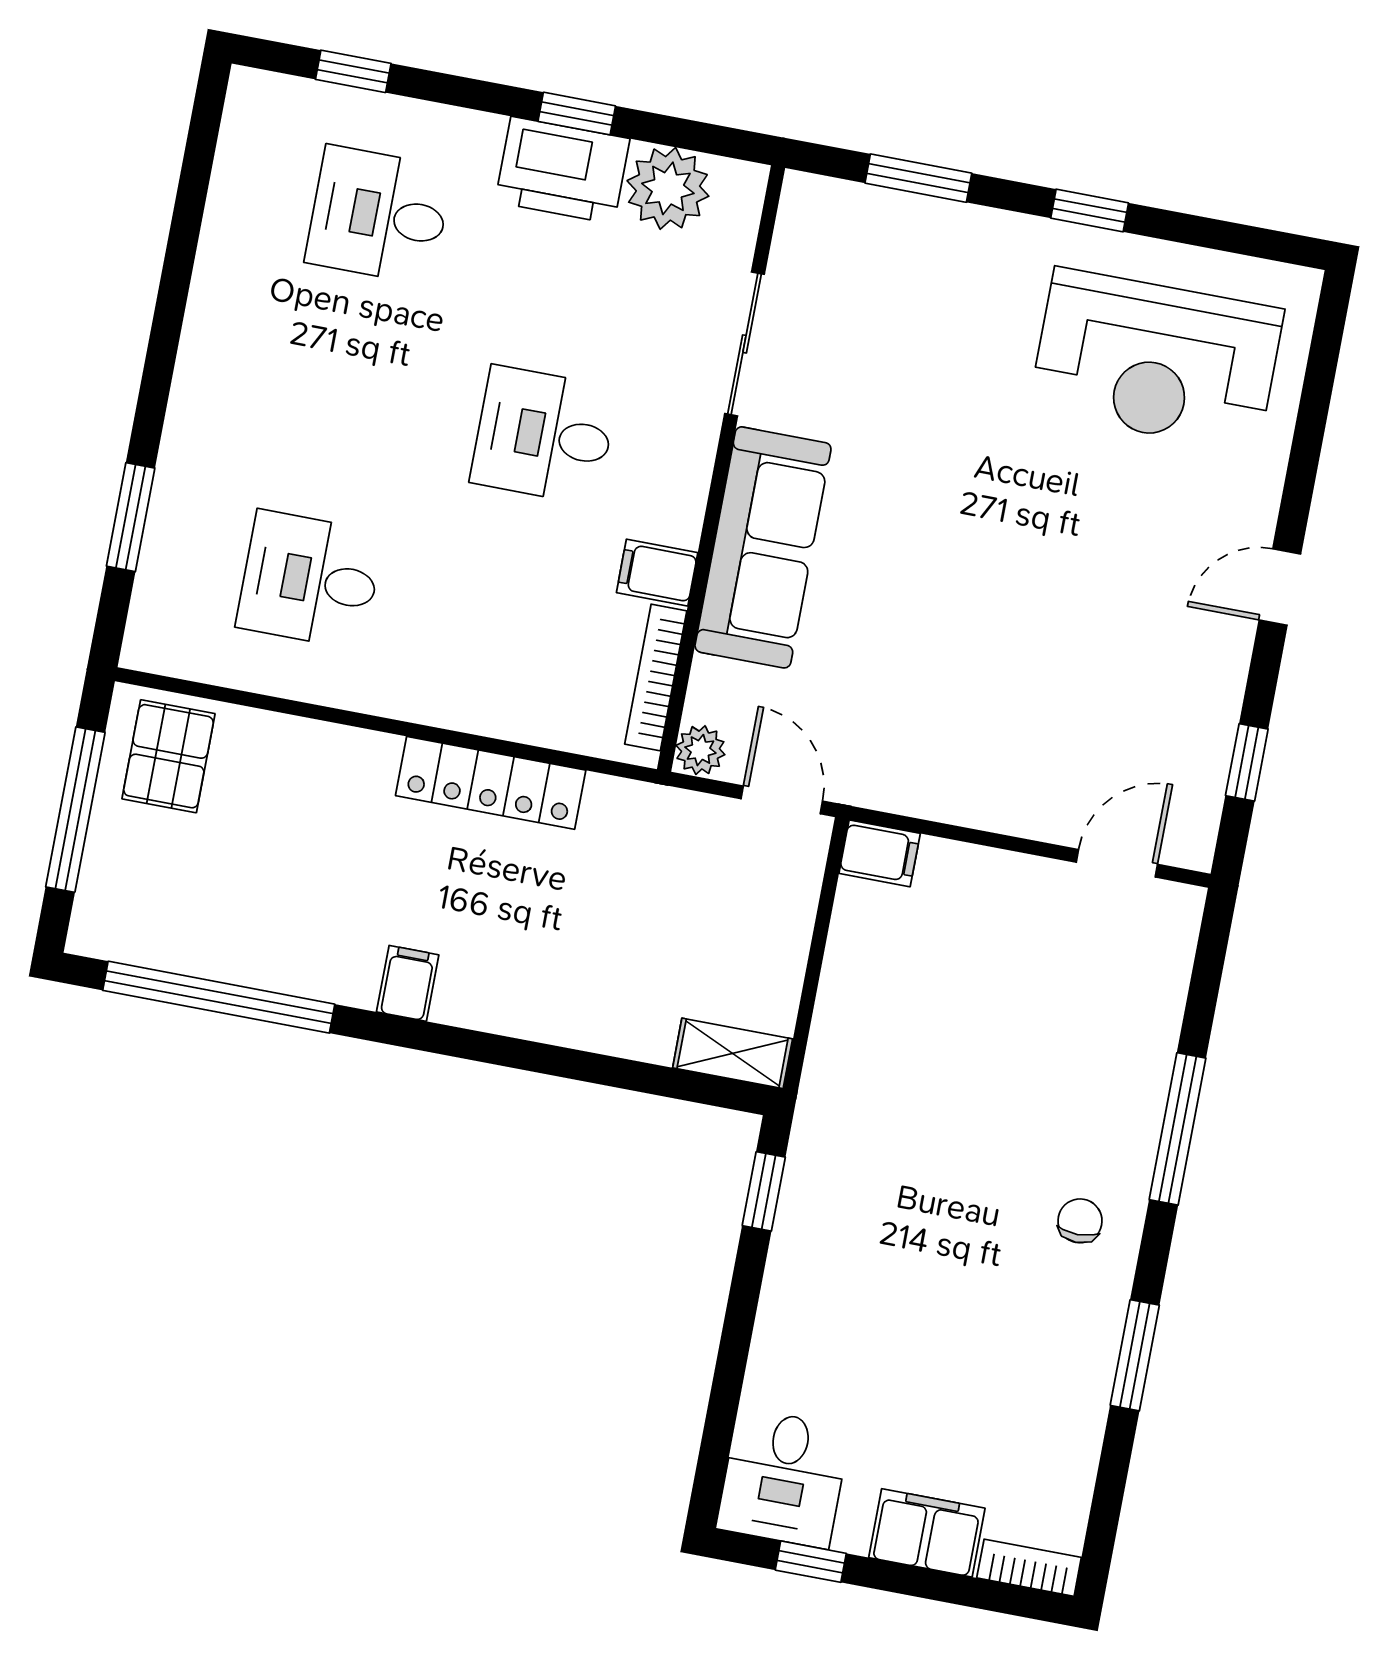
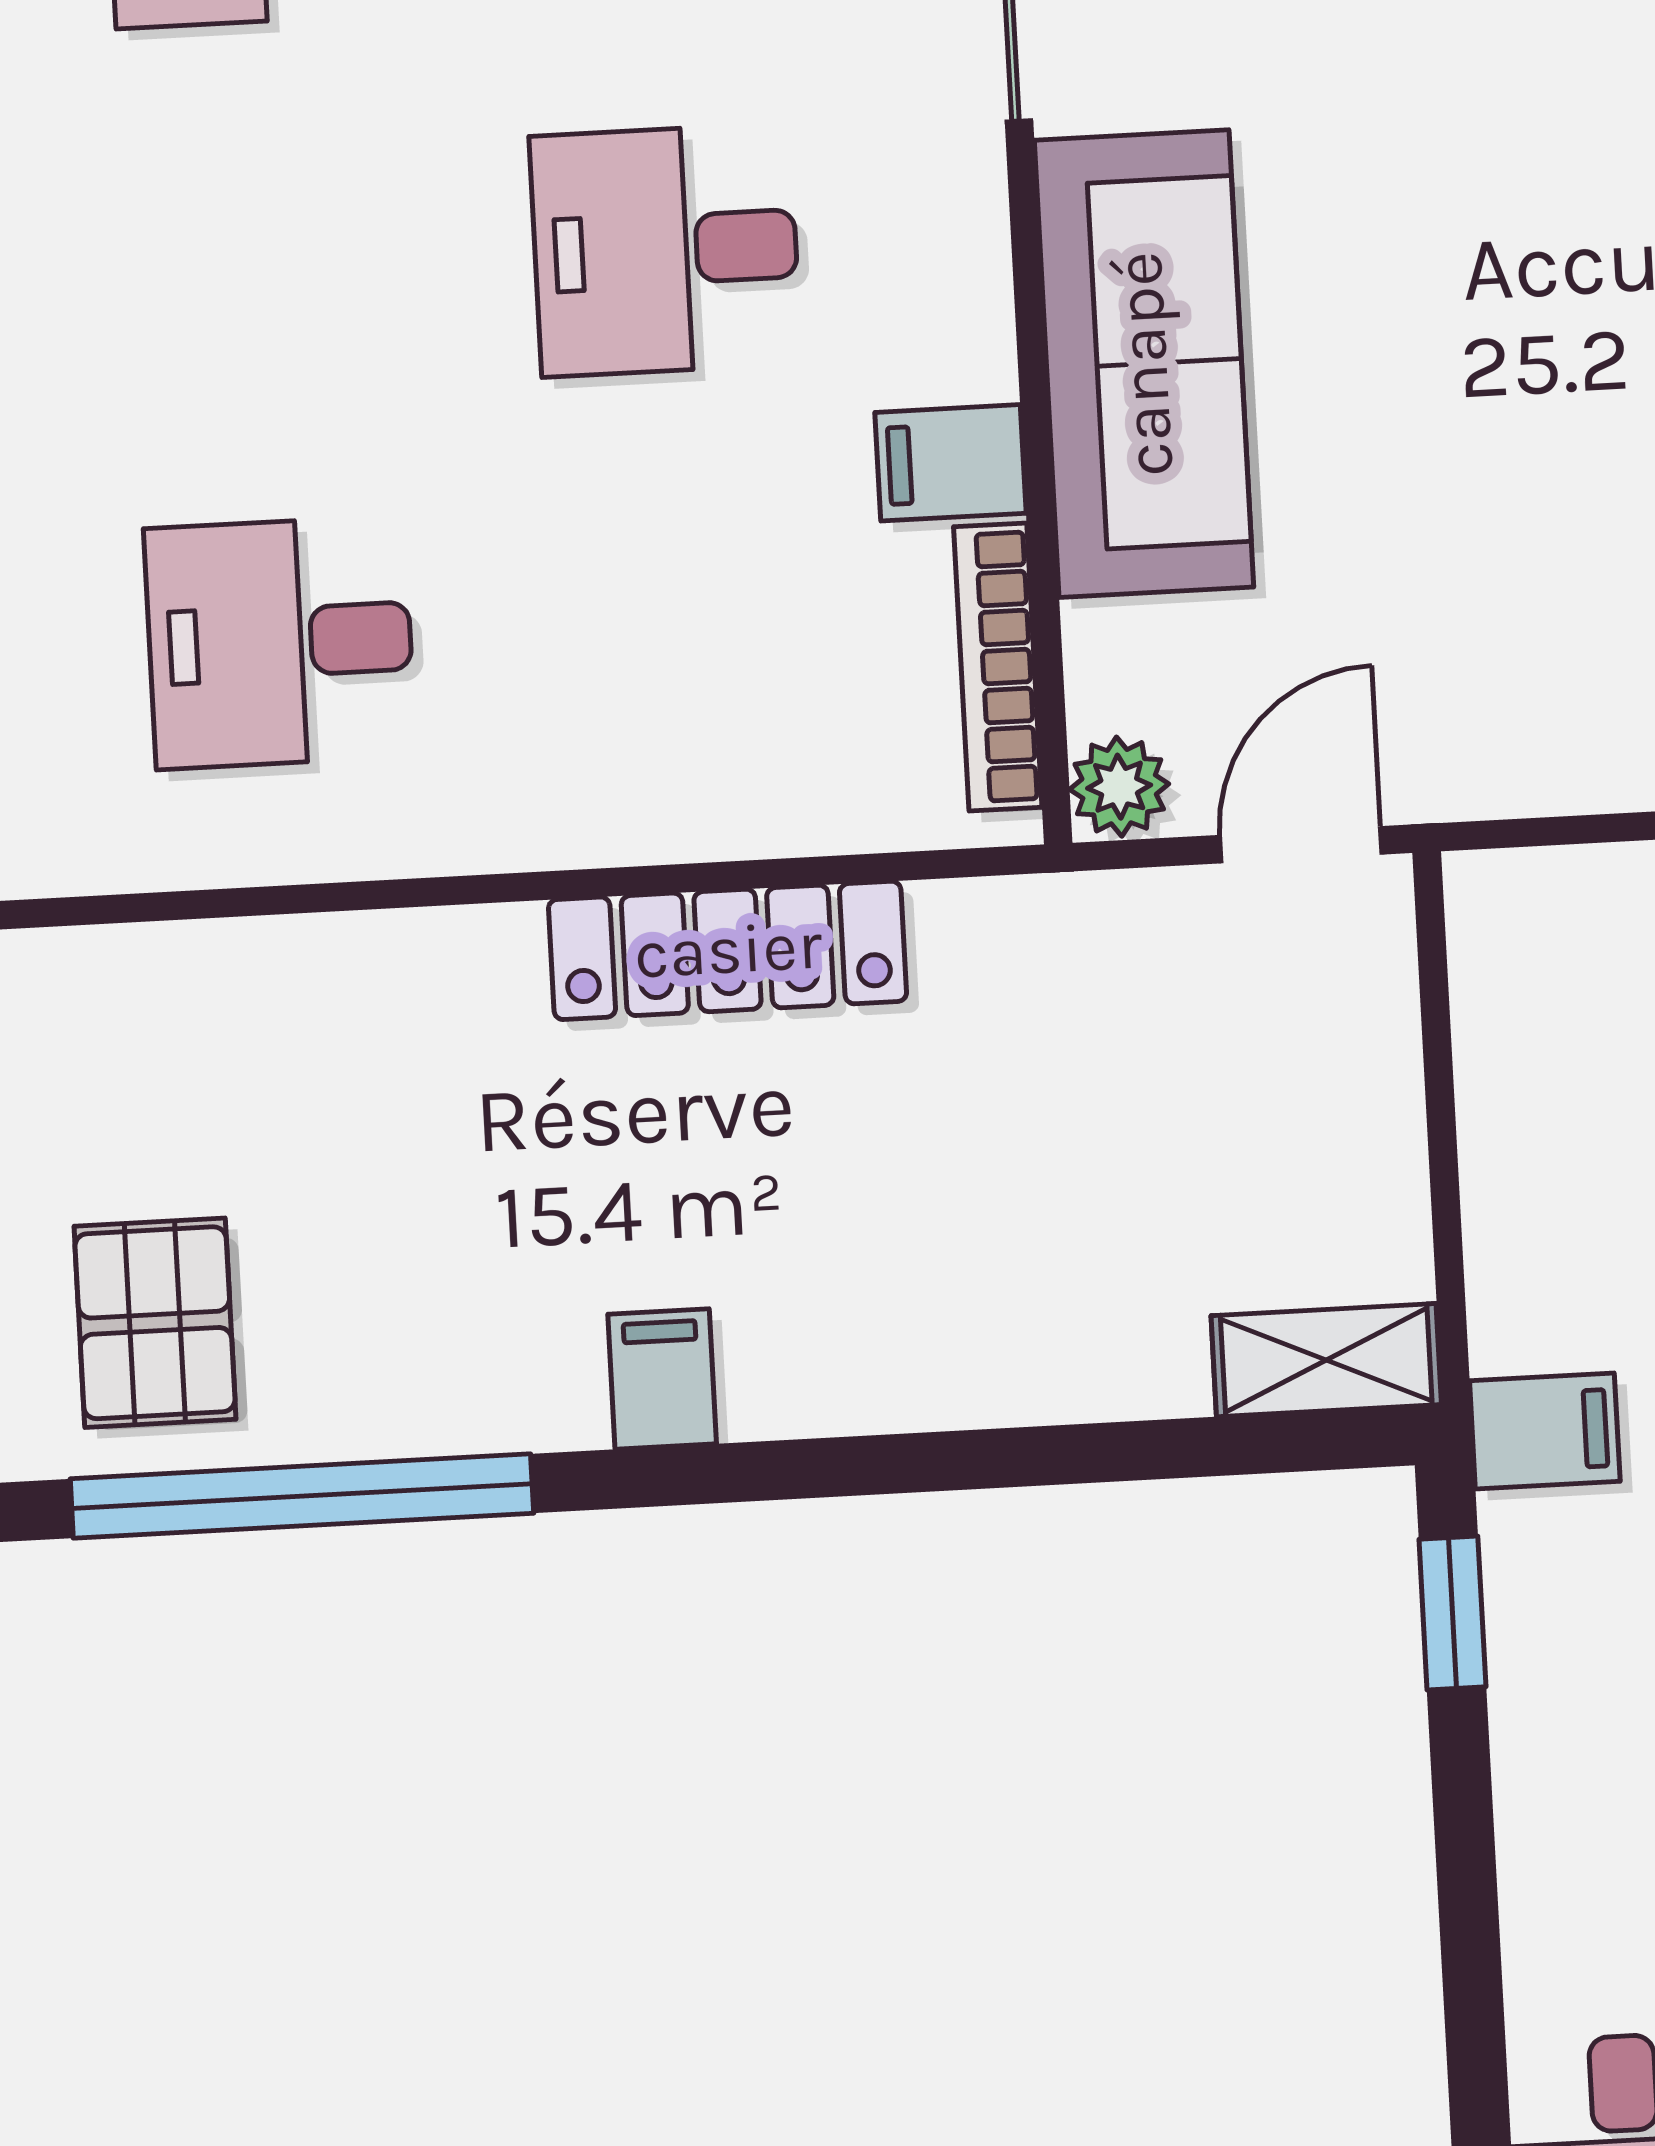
pallet: (168, 756) -> (155, 1323), moved
door: (782, 800) -> (1301, 845), hinge flipped
filing cabinet: (880, 853) -> (1545, 1431), moved

